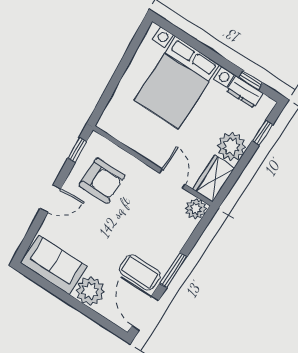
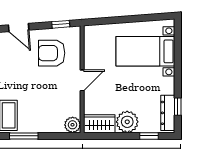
bed with nightstands: (177, 83) -> (145, 51), width x0.73
dresser: (245, 92) -> (168, 113), width x1.44
door: (172, 179) -> (82, 80), moved
armchair: (102, 181) -> (52, 53), turned 90

